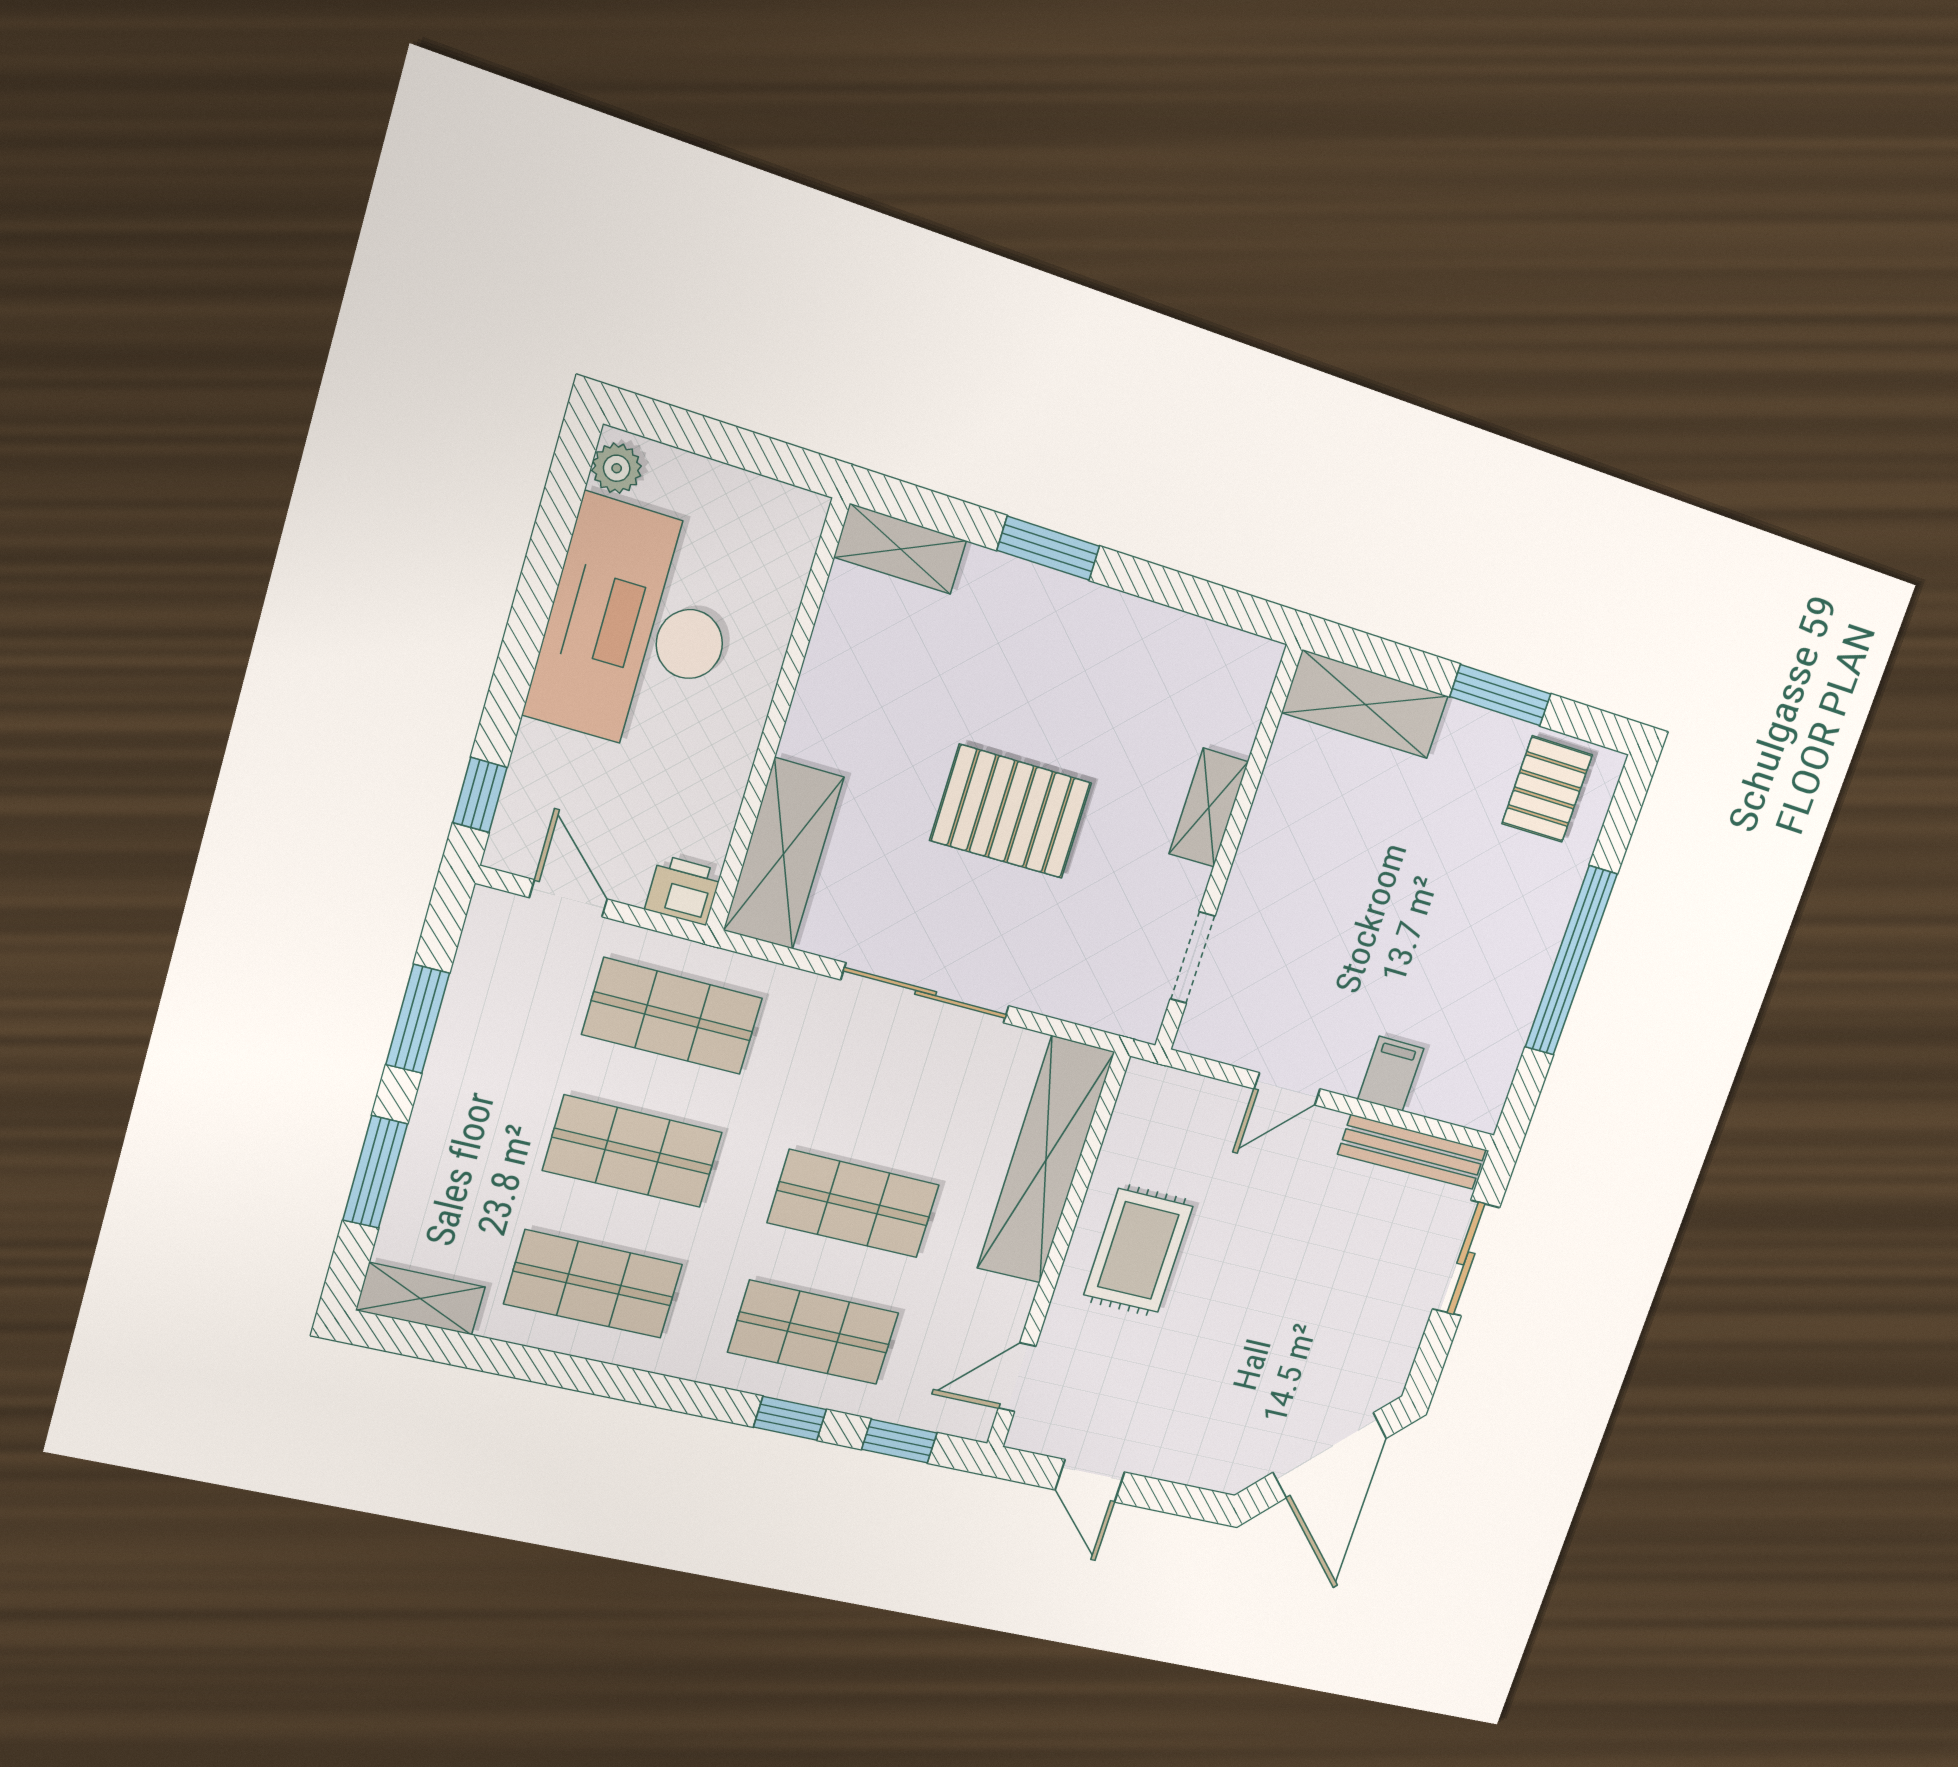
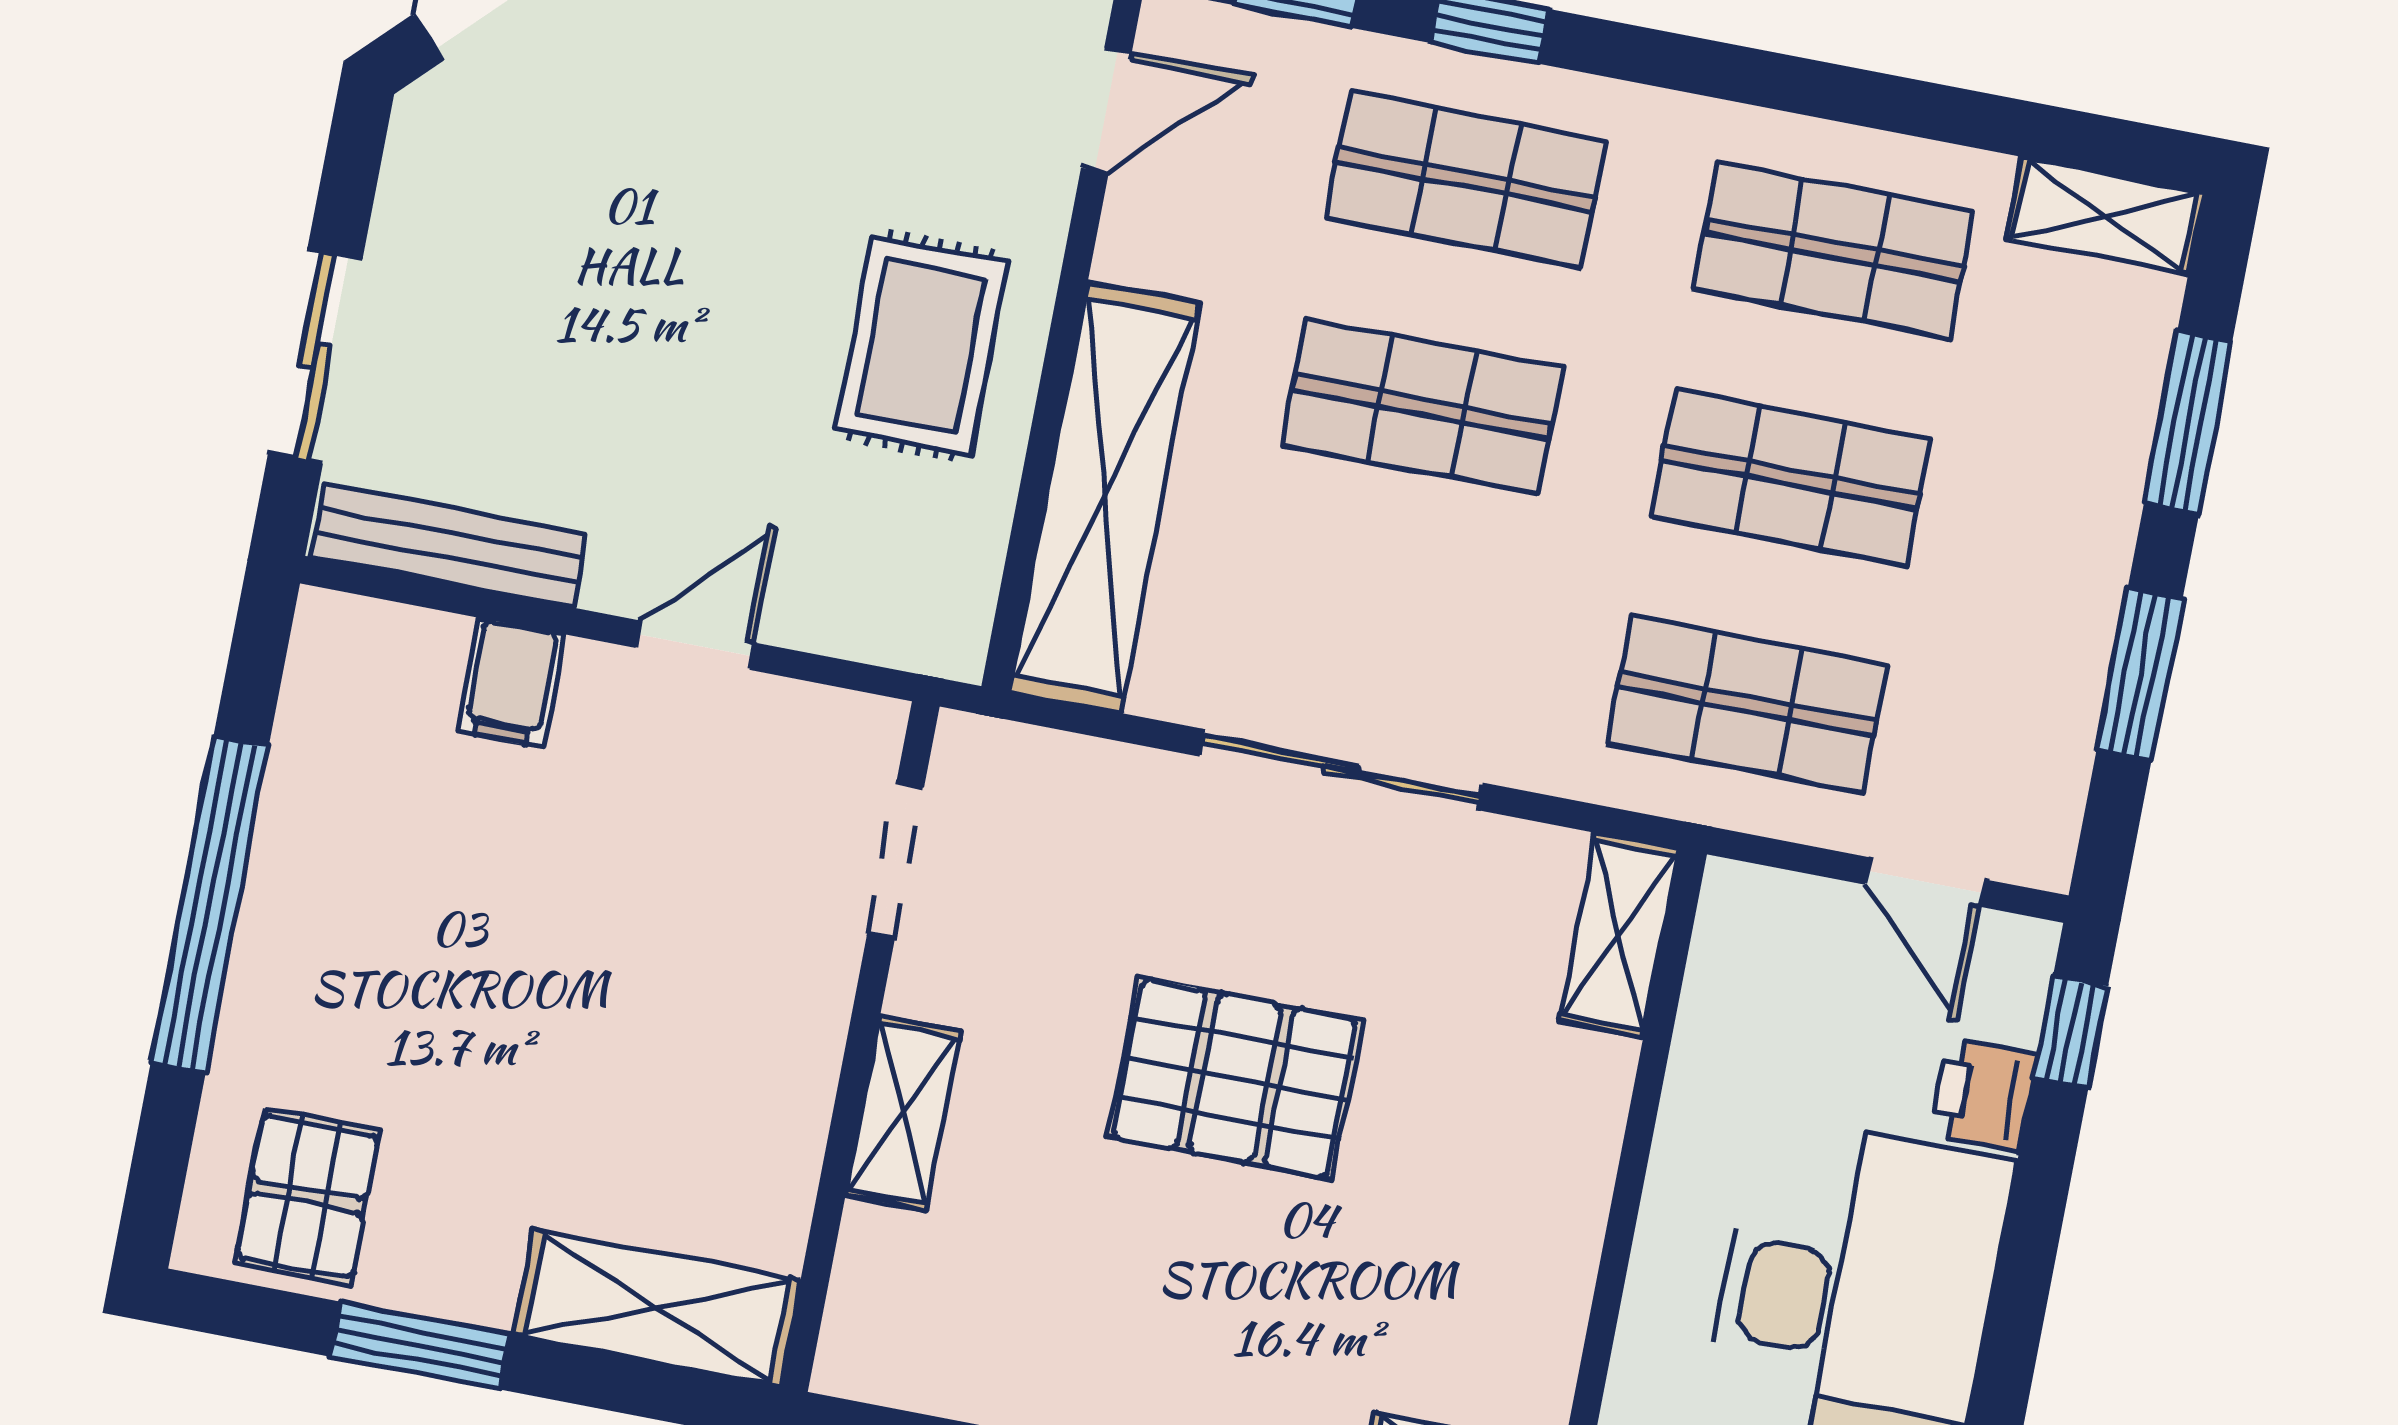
shelving: (783, 854) -> (1619, 935), width x0.67, depth x0.75
printer: (683, 890) -> (1983, 1095), moved, turned 90

